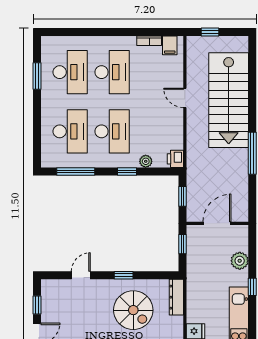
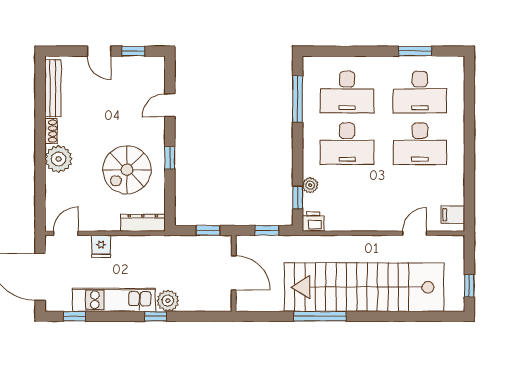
window: (210, 32) -> (469, 286), moved
bookcase: (149, 41) -> (459, 189), removed
door: (185, 98) -> (415, 233), moved
stairs: (229, 100) -> (364, 287), width x1.36
window: (127, 171) -> (298, 198), moved
plant: (240, 261) -> (168, 301), moved
door: (81, 275) -> (170, 105), swing flipped

